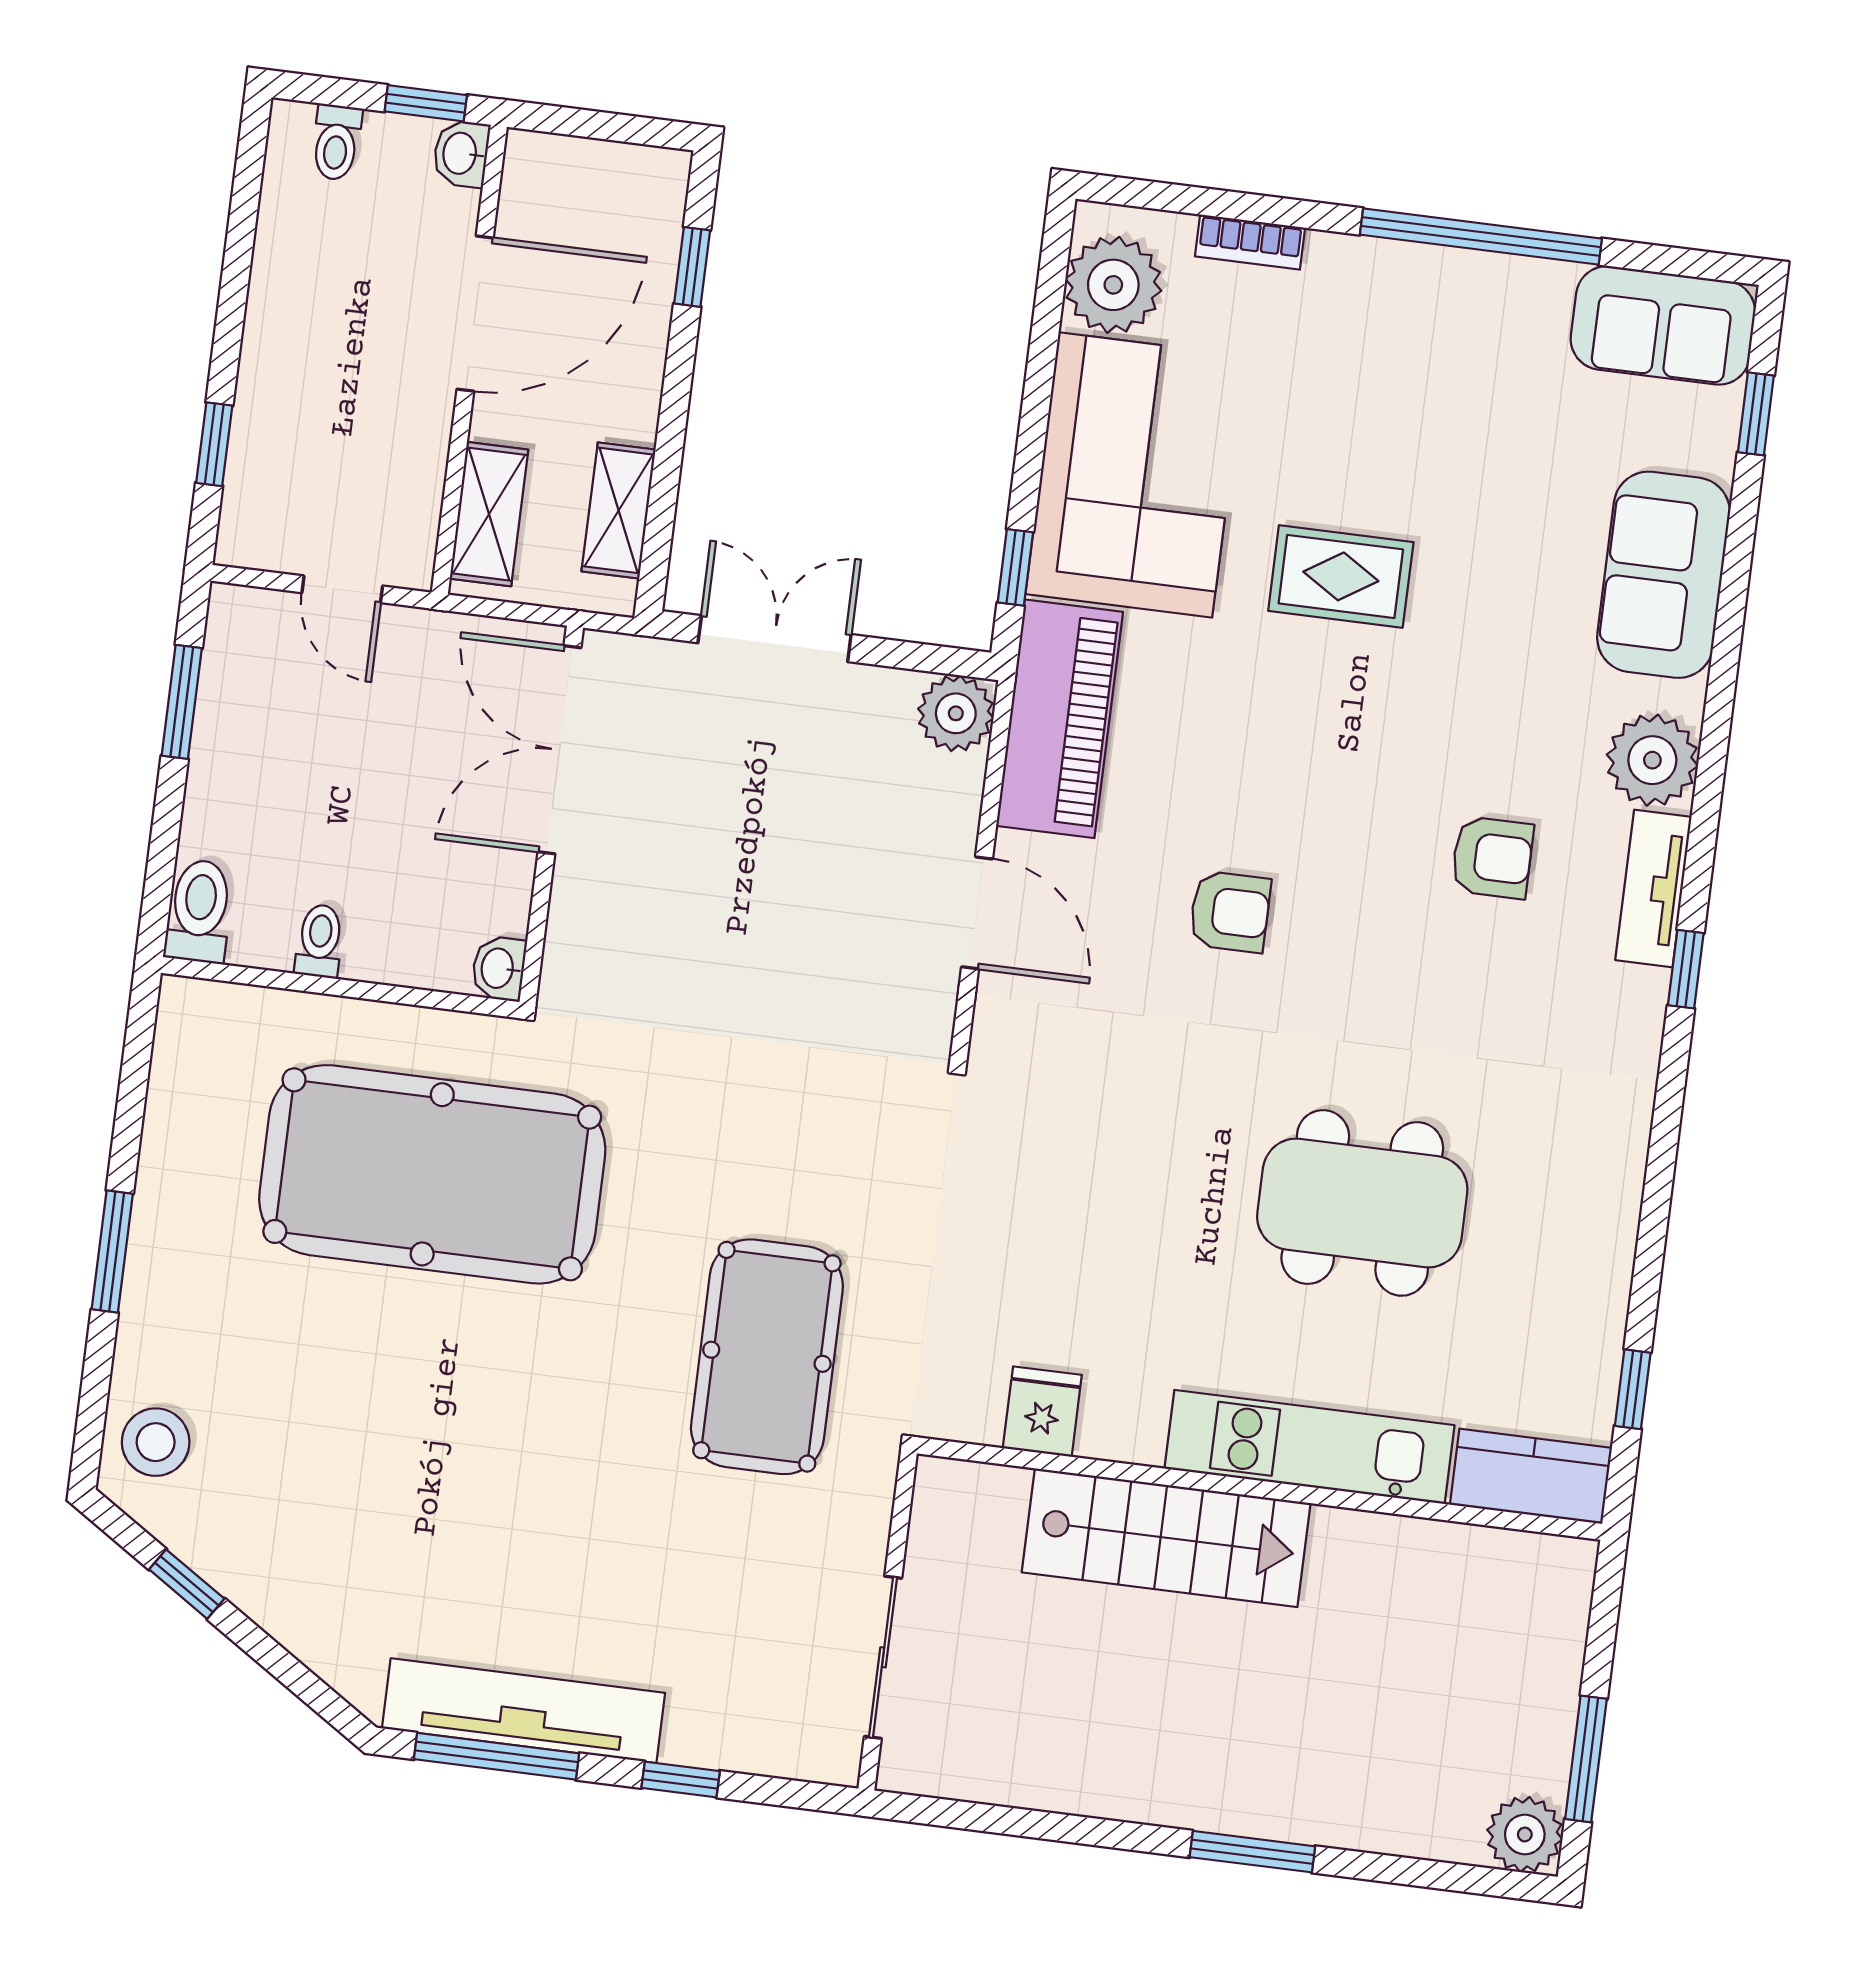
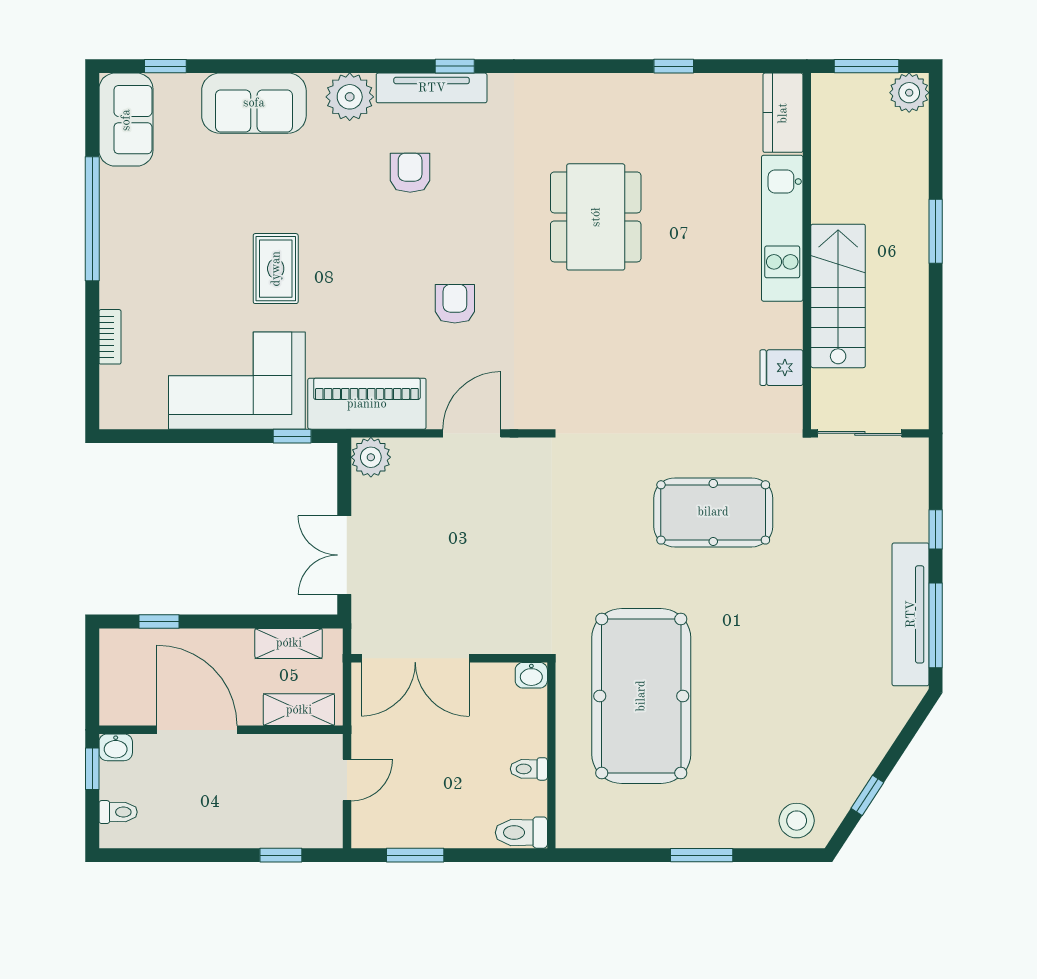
plant: (1113, 285) -> (141, 404), removed
tv unit: (1653, 888) -> (432, 88), width x1.41
fridge: (1042, 1412) -> (781, 368), moved
kitchen unit: (1309, 1447) -> (782, 228), moved
kitchen counter: (1531, 1476) -> (783, 113), moved
wall: (1260, 1489) -> (807, 251), moved
stairs: (1166, 1538) -> (838, 296), moved

